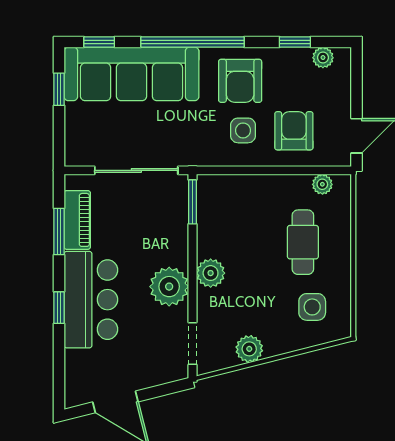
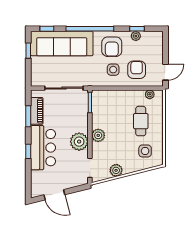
plant: (323, 58) -> (136, 36), moved

